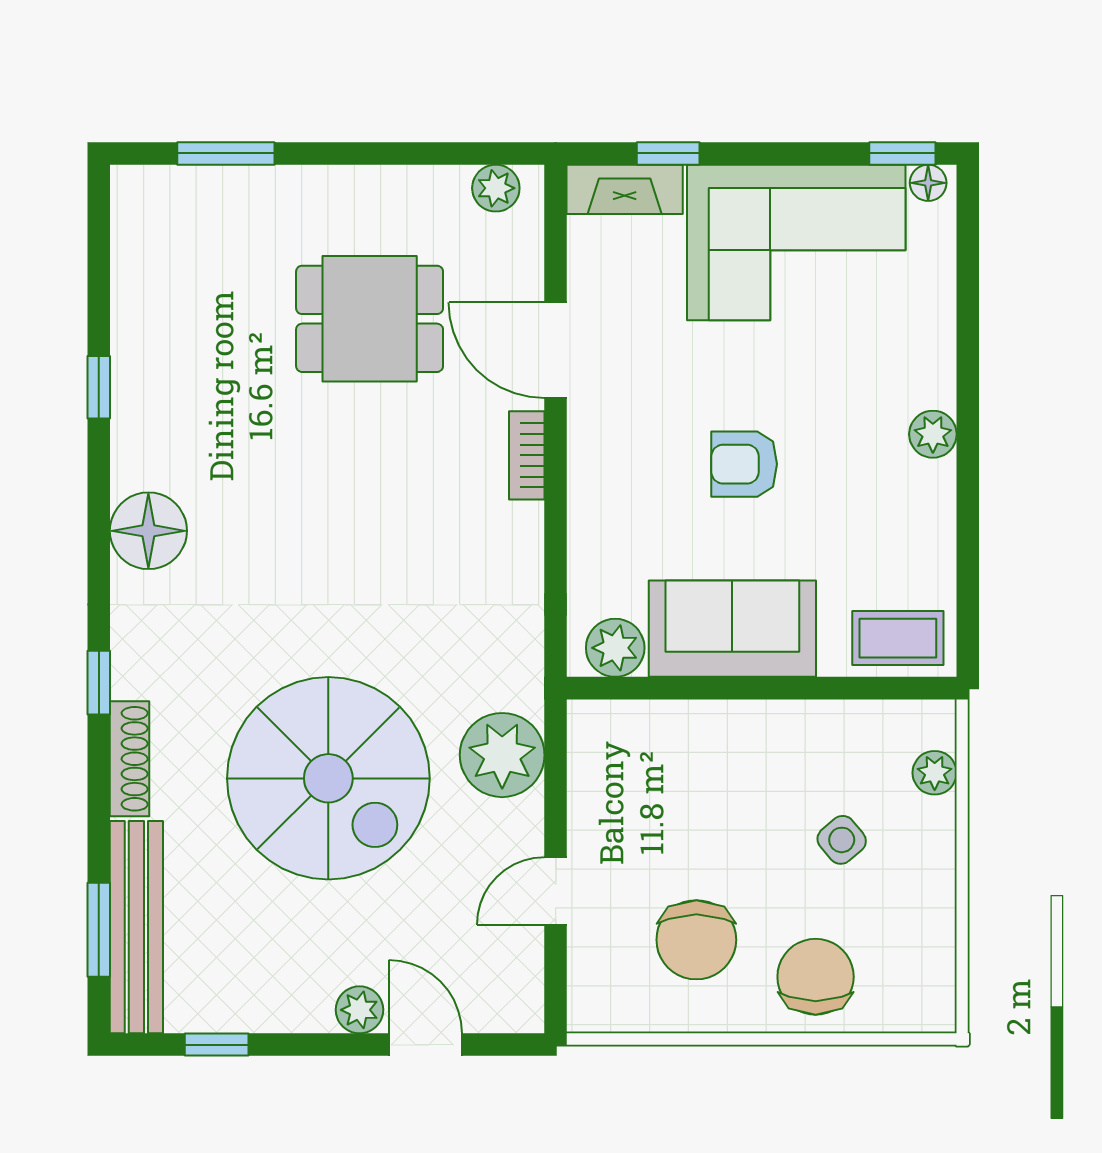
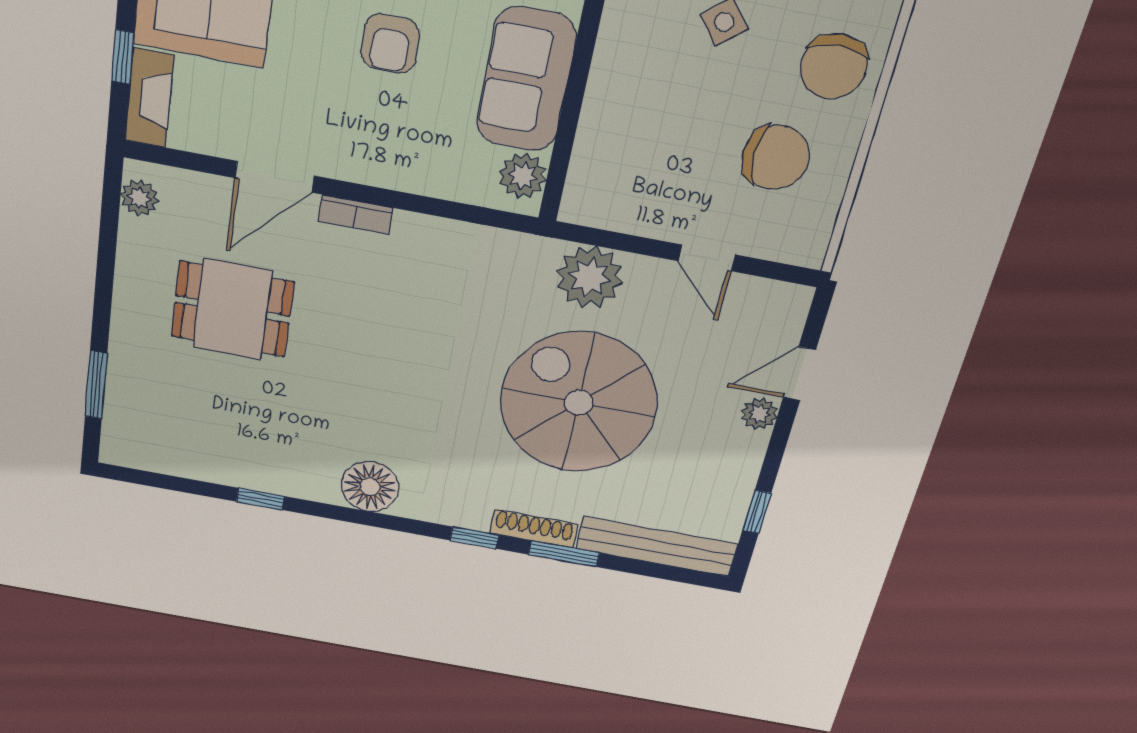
dining table: (370, 319) -> (232, 309), turned 90
spiral stairs: (328, 778) -> (579, 403), turned -90
window: (99, 930) -> (564, 554), moved
chair: (816, 977) -> (834, 66), turned -90

